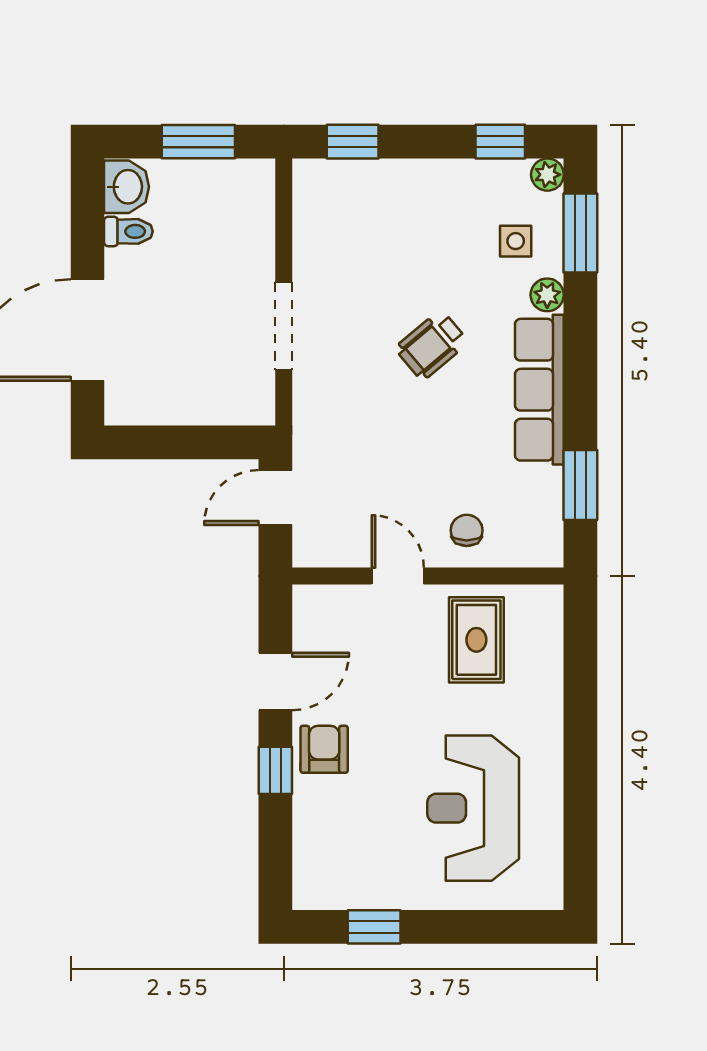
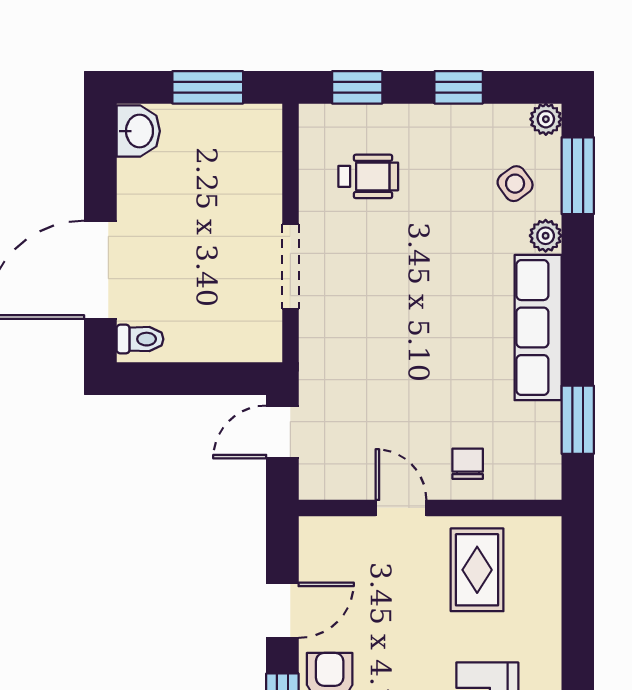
window: (500, 142) -> (459, 87), moved
toilet: (128, 231) -> (140, 339), moved
side table: (516, 241) -> (515, 184), turned -36
wheelchair: (432, 345) -> (368, 176), moved, turned -140

